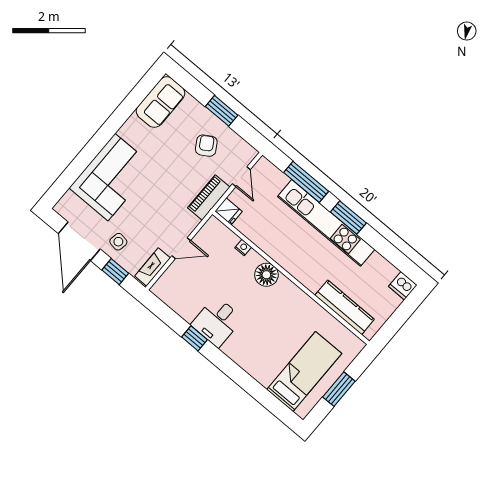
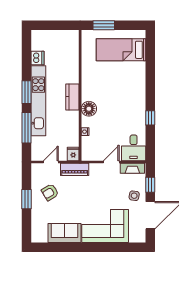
sofa: (160, 102) -> (65, 233), moved
door: (181, 248) -> (111, 162), hinge flipped
dishwasher: (403, 286) -> (37, 58), moved
kitchen counter: (345, 307) -> (72, 97), moved, width x0.67
desk: (217, 322) -> (134, 148), moved, turned 90
window: (339, 389) -> (104, 25), moved

